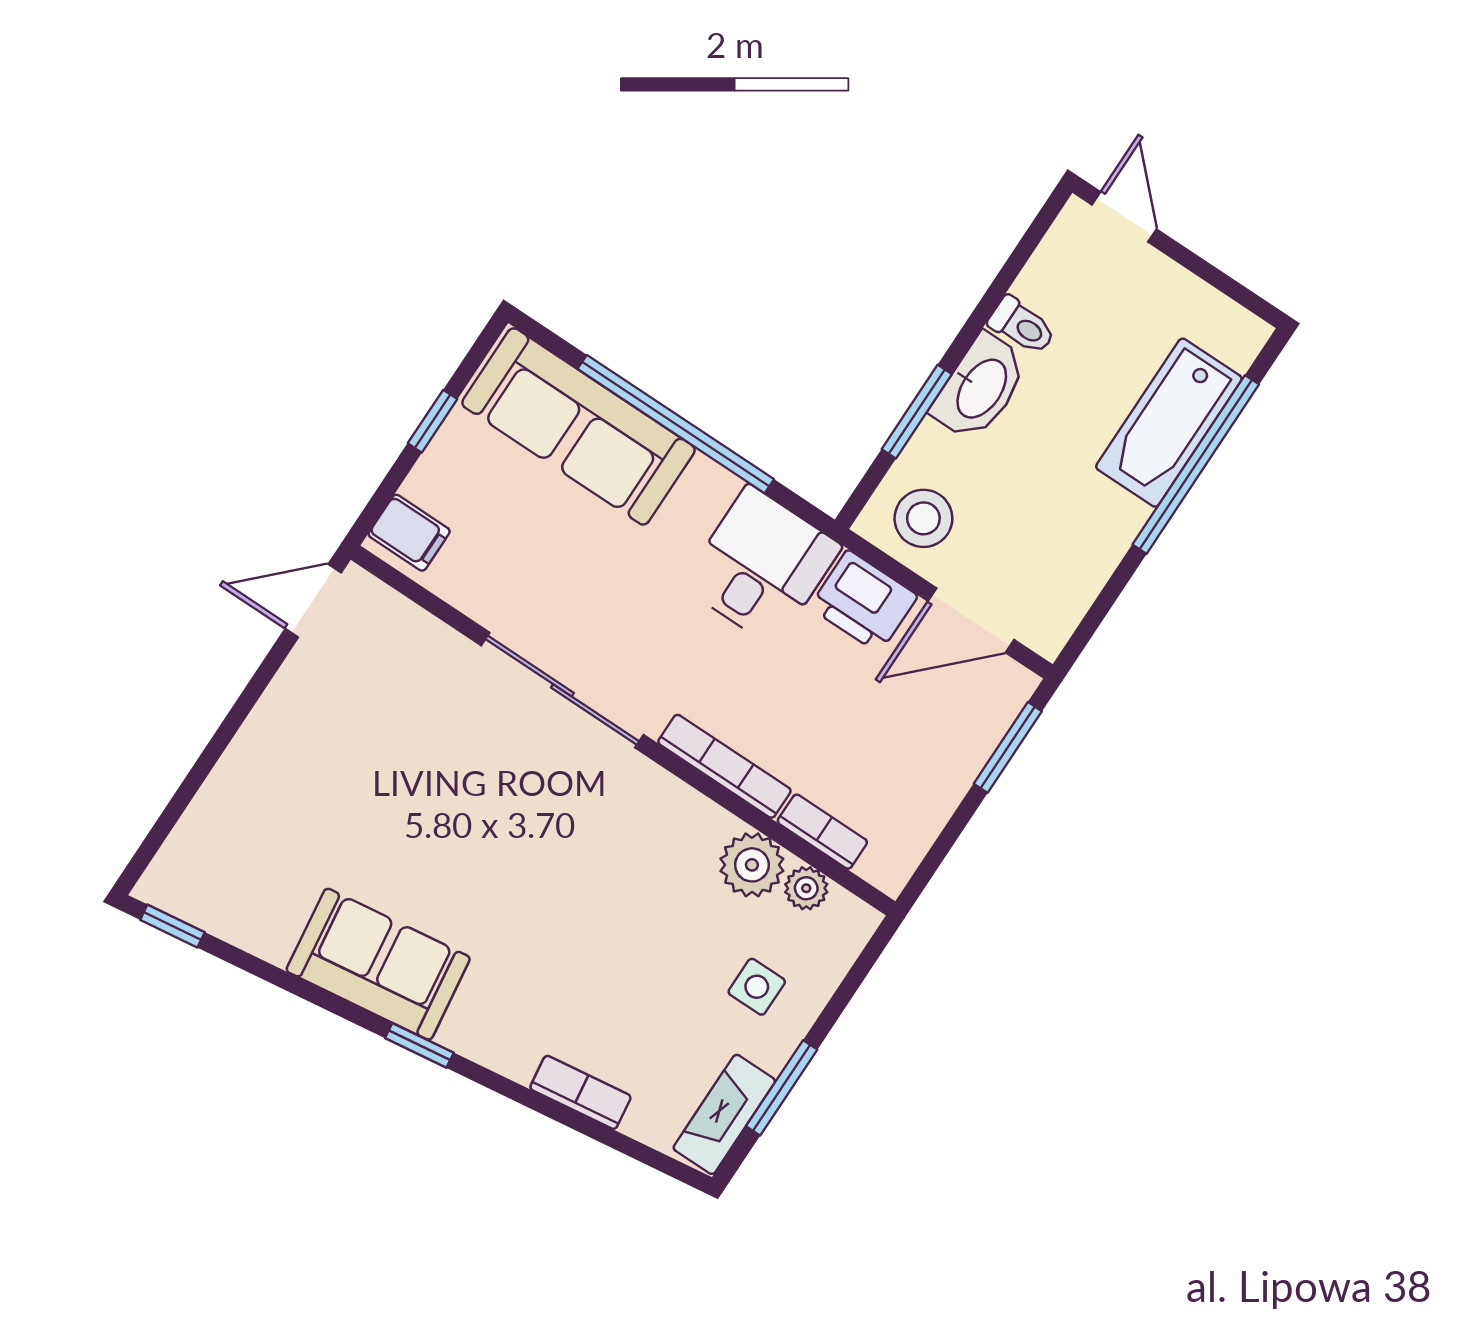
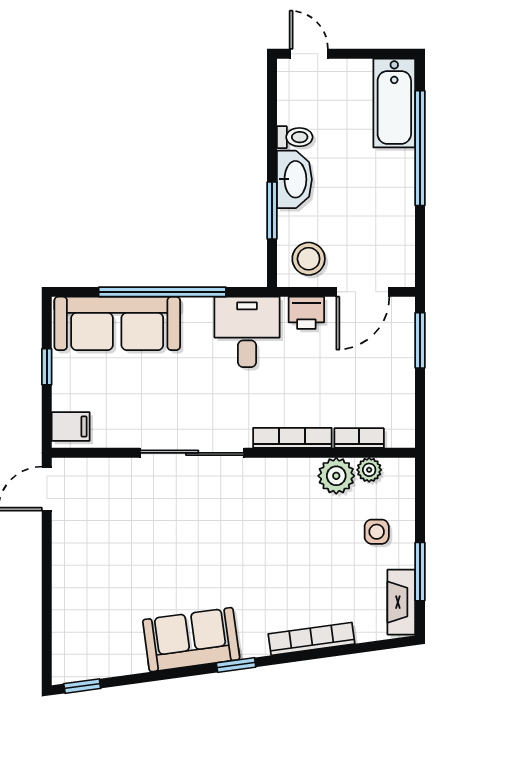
bathtub: (1169, 423) -> (394, 103), moved
printer: (864, 601) -> (306, 313), width x0.73, depth x0.81
bookcase: (580, 1092) -> (312, 639), width x1.56

